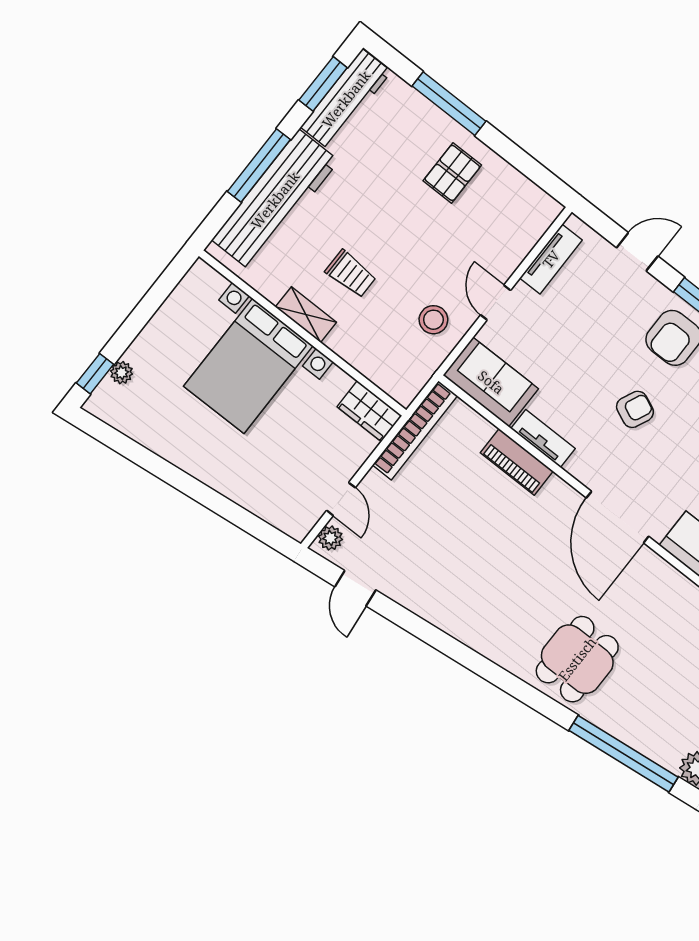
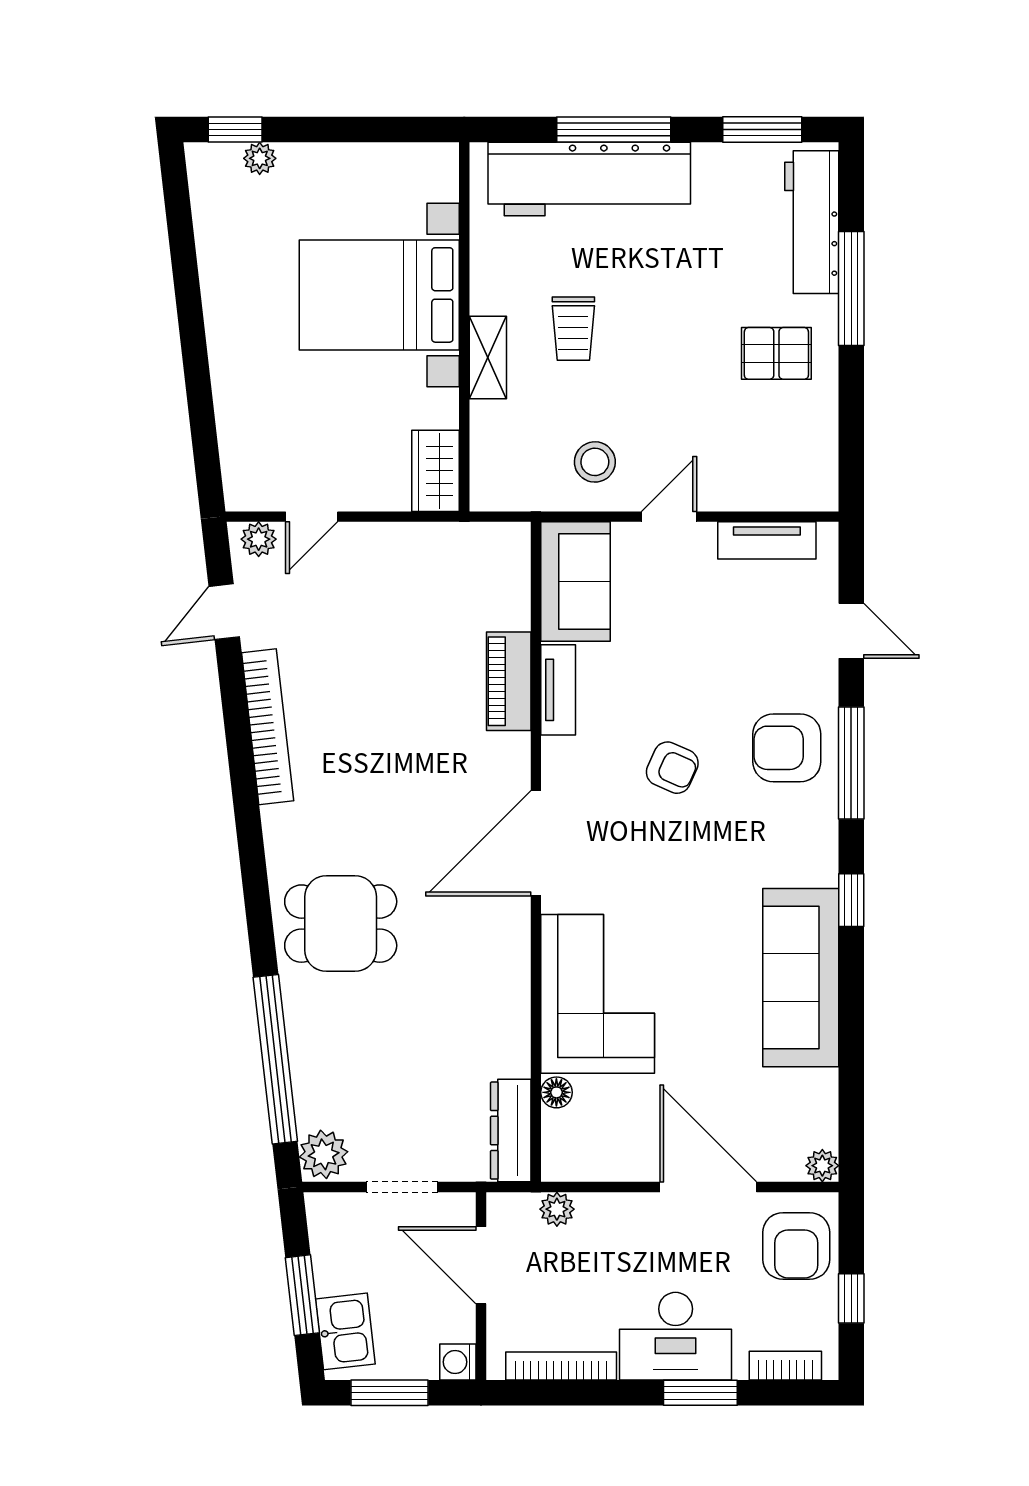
workbench: (346, 99) -> (812, 222), moved, turned 90
shelving: (306, 315) -> (488, 357), moved
bookcase: (415, 430) -> (268, 727), moved, turned -97

